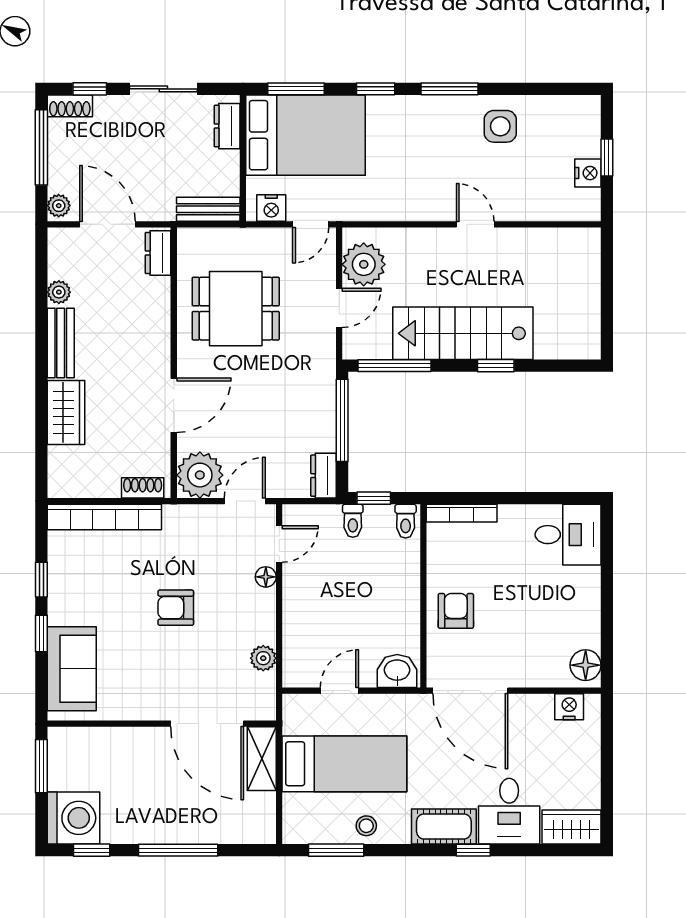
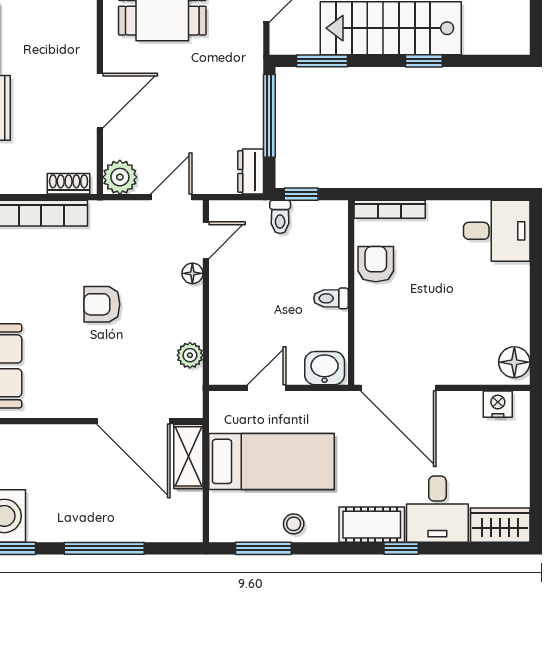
window: (395, 366) -> (322, 61), width x0.69
plant: (200, 475) -> (120, 177), width x0.73, depth x0.73
toilet: (406, 521) -> (331, 298), moved, turned 90
armchair: (456, 611) -> (376, 264), moved

